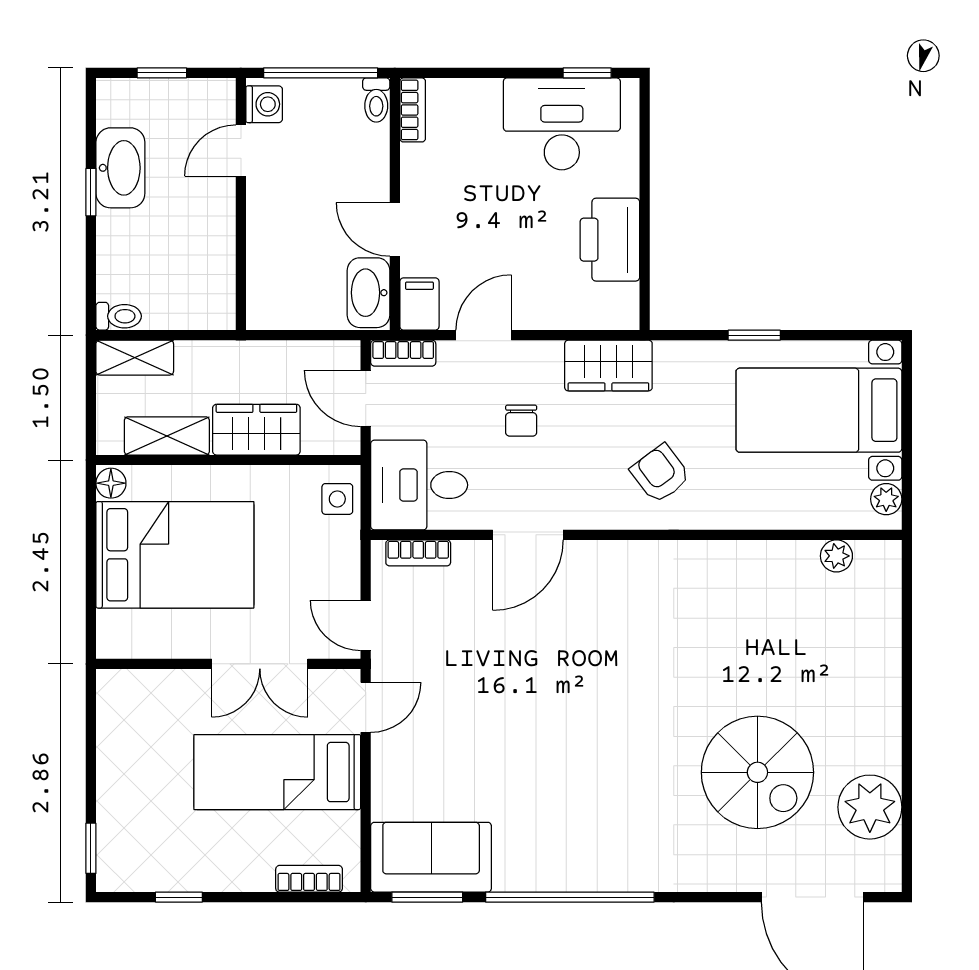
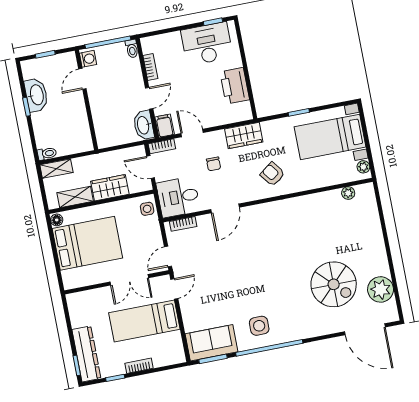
bookcase: (413, 110) -> (150, 67), moved
door: (395, 229) -> (149, 98), swing flipped
door: (484, 335) -> (192, 133), hinge flipped
door: (366, 625) -> (168, 256), hinge flipped
dresser: (120, 825) -> (86, 354), added
side table: (556, 838) -> (259, 326), added
bookcase: (309, 879) -> (139, 366), moved

